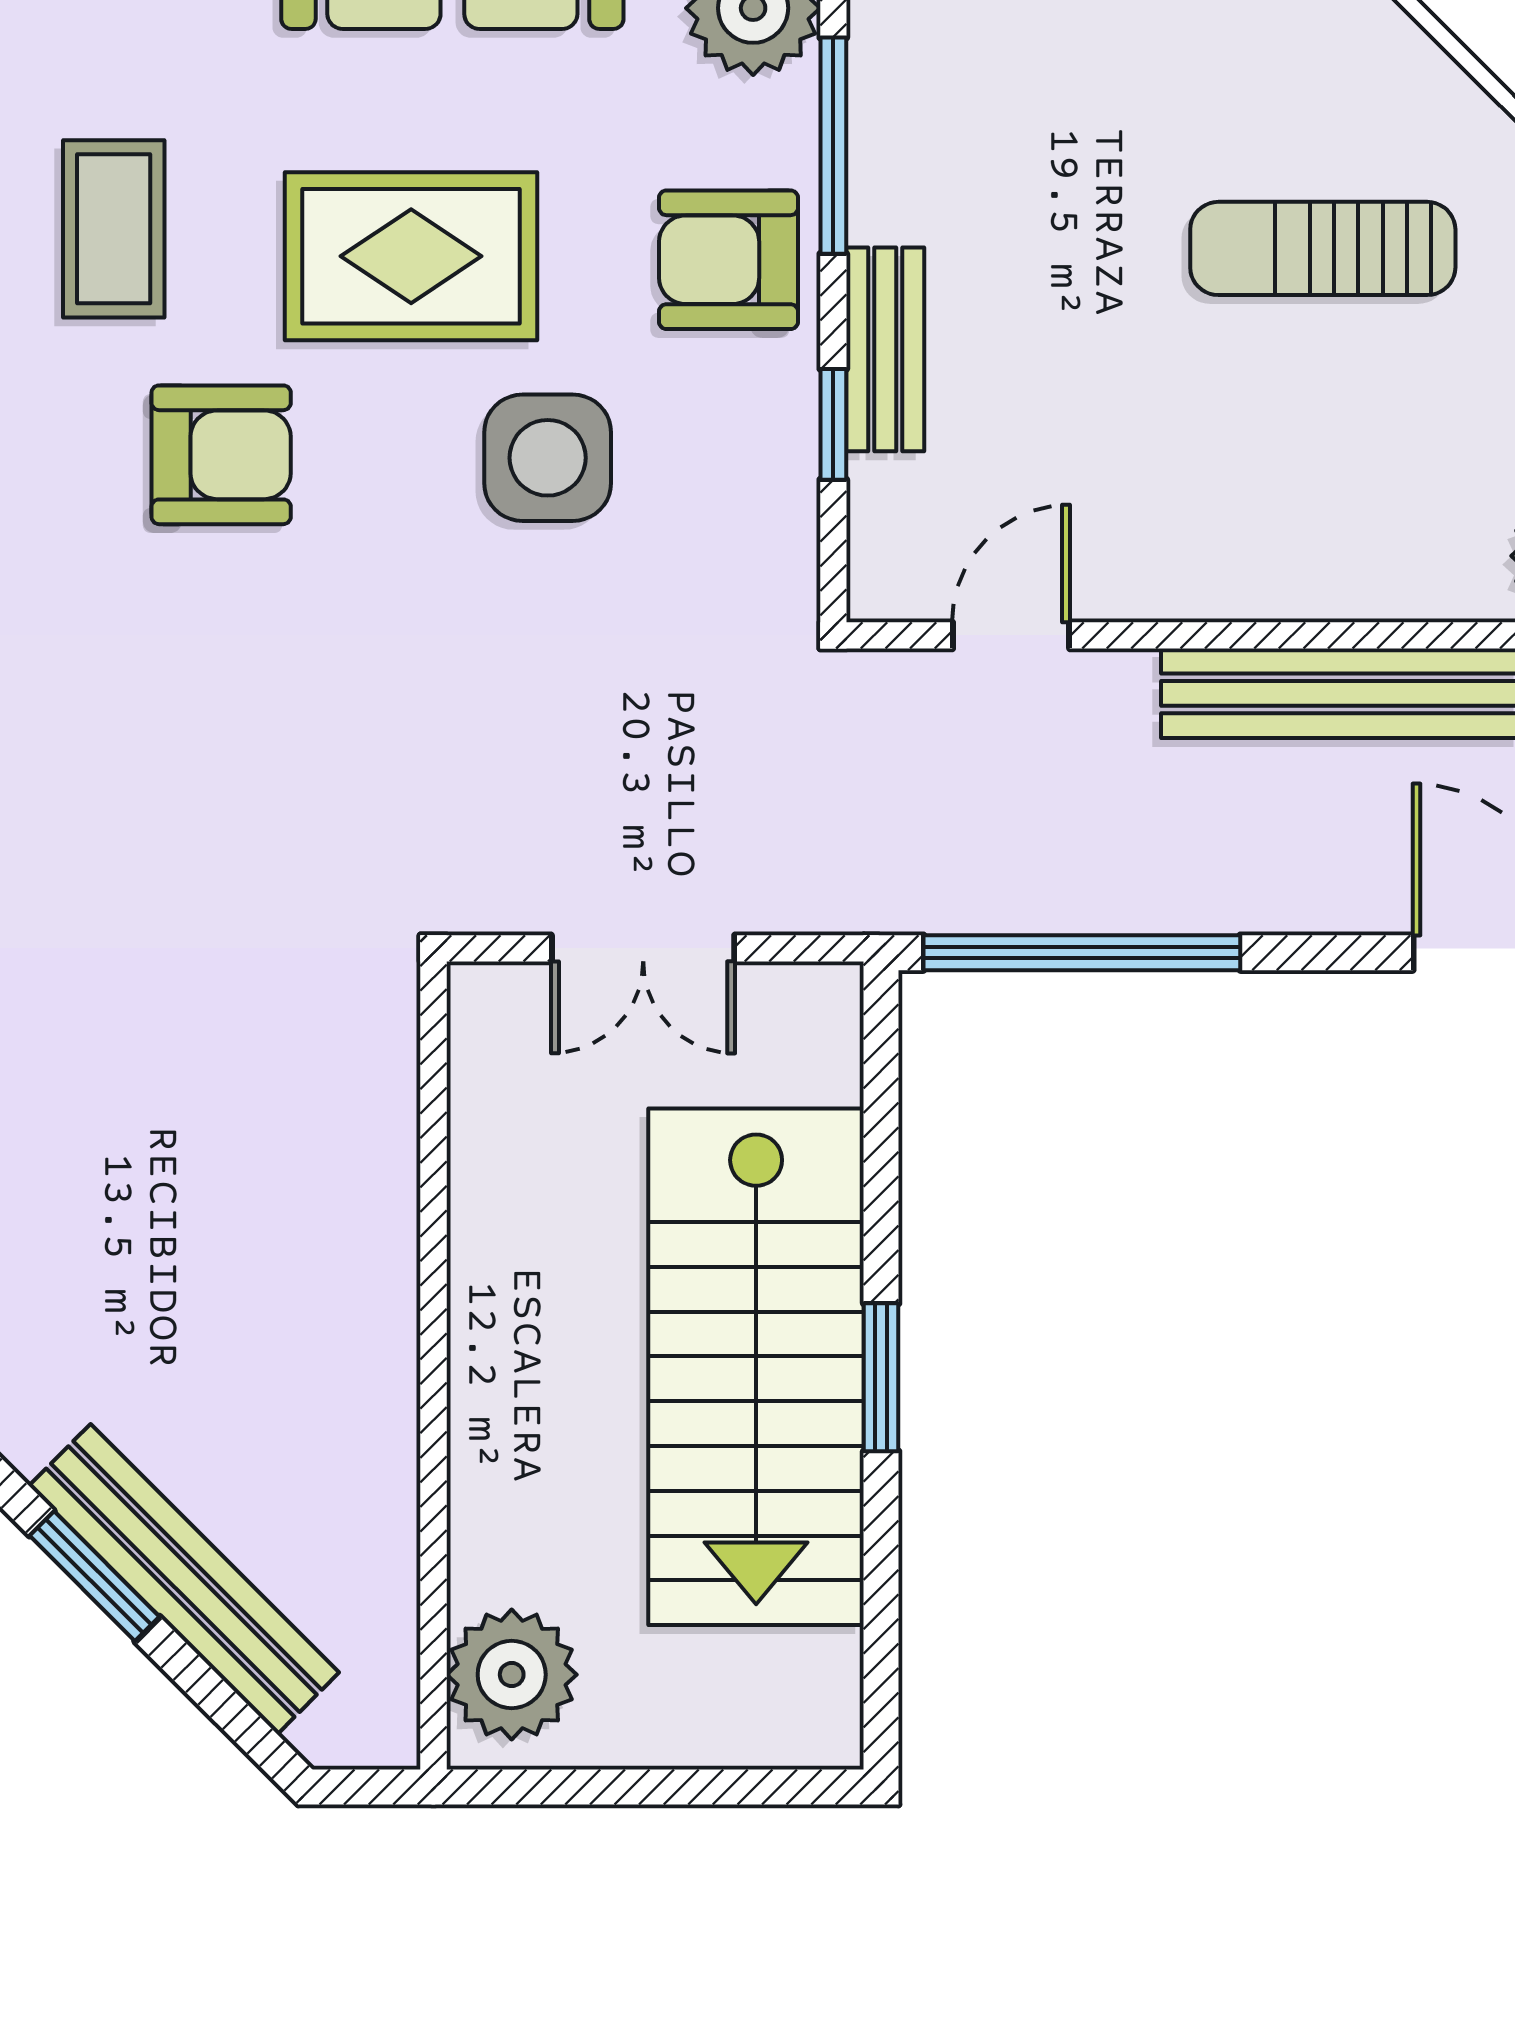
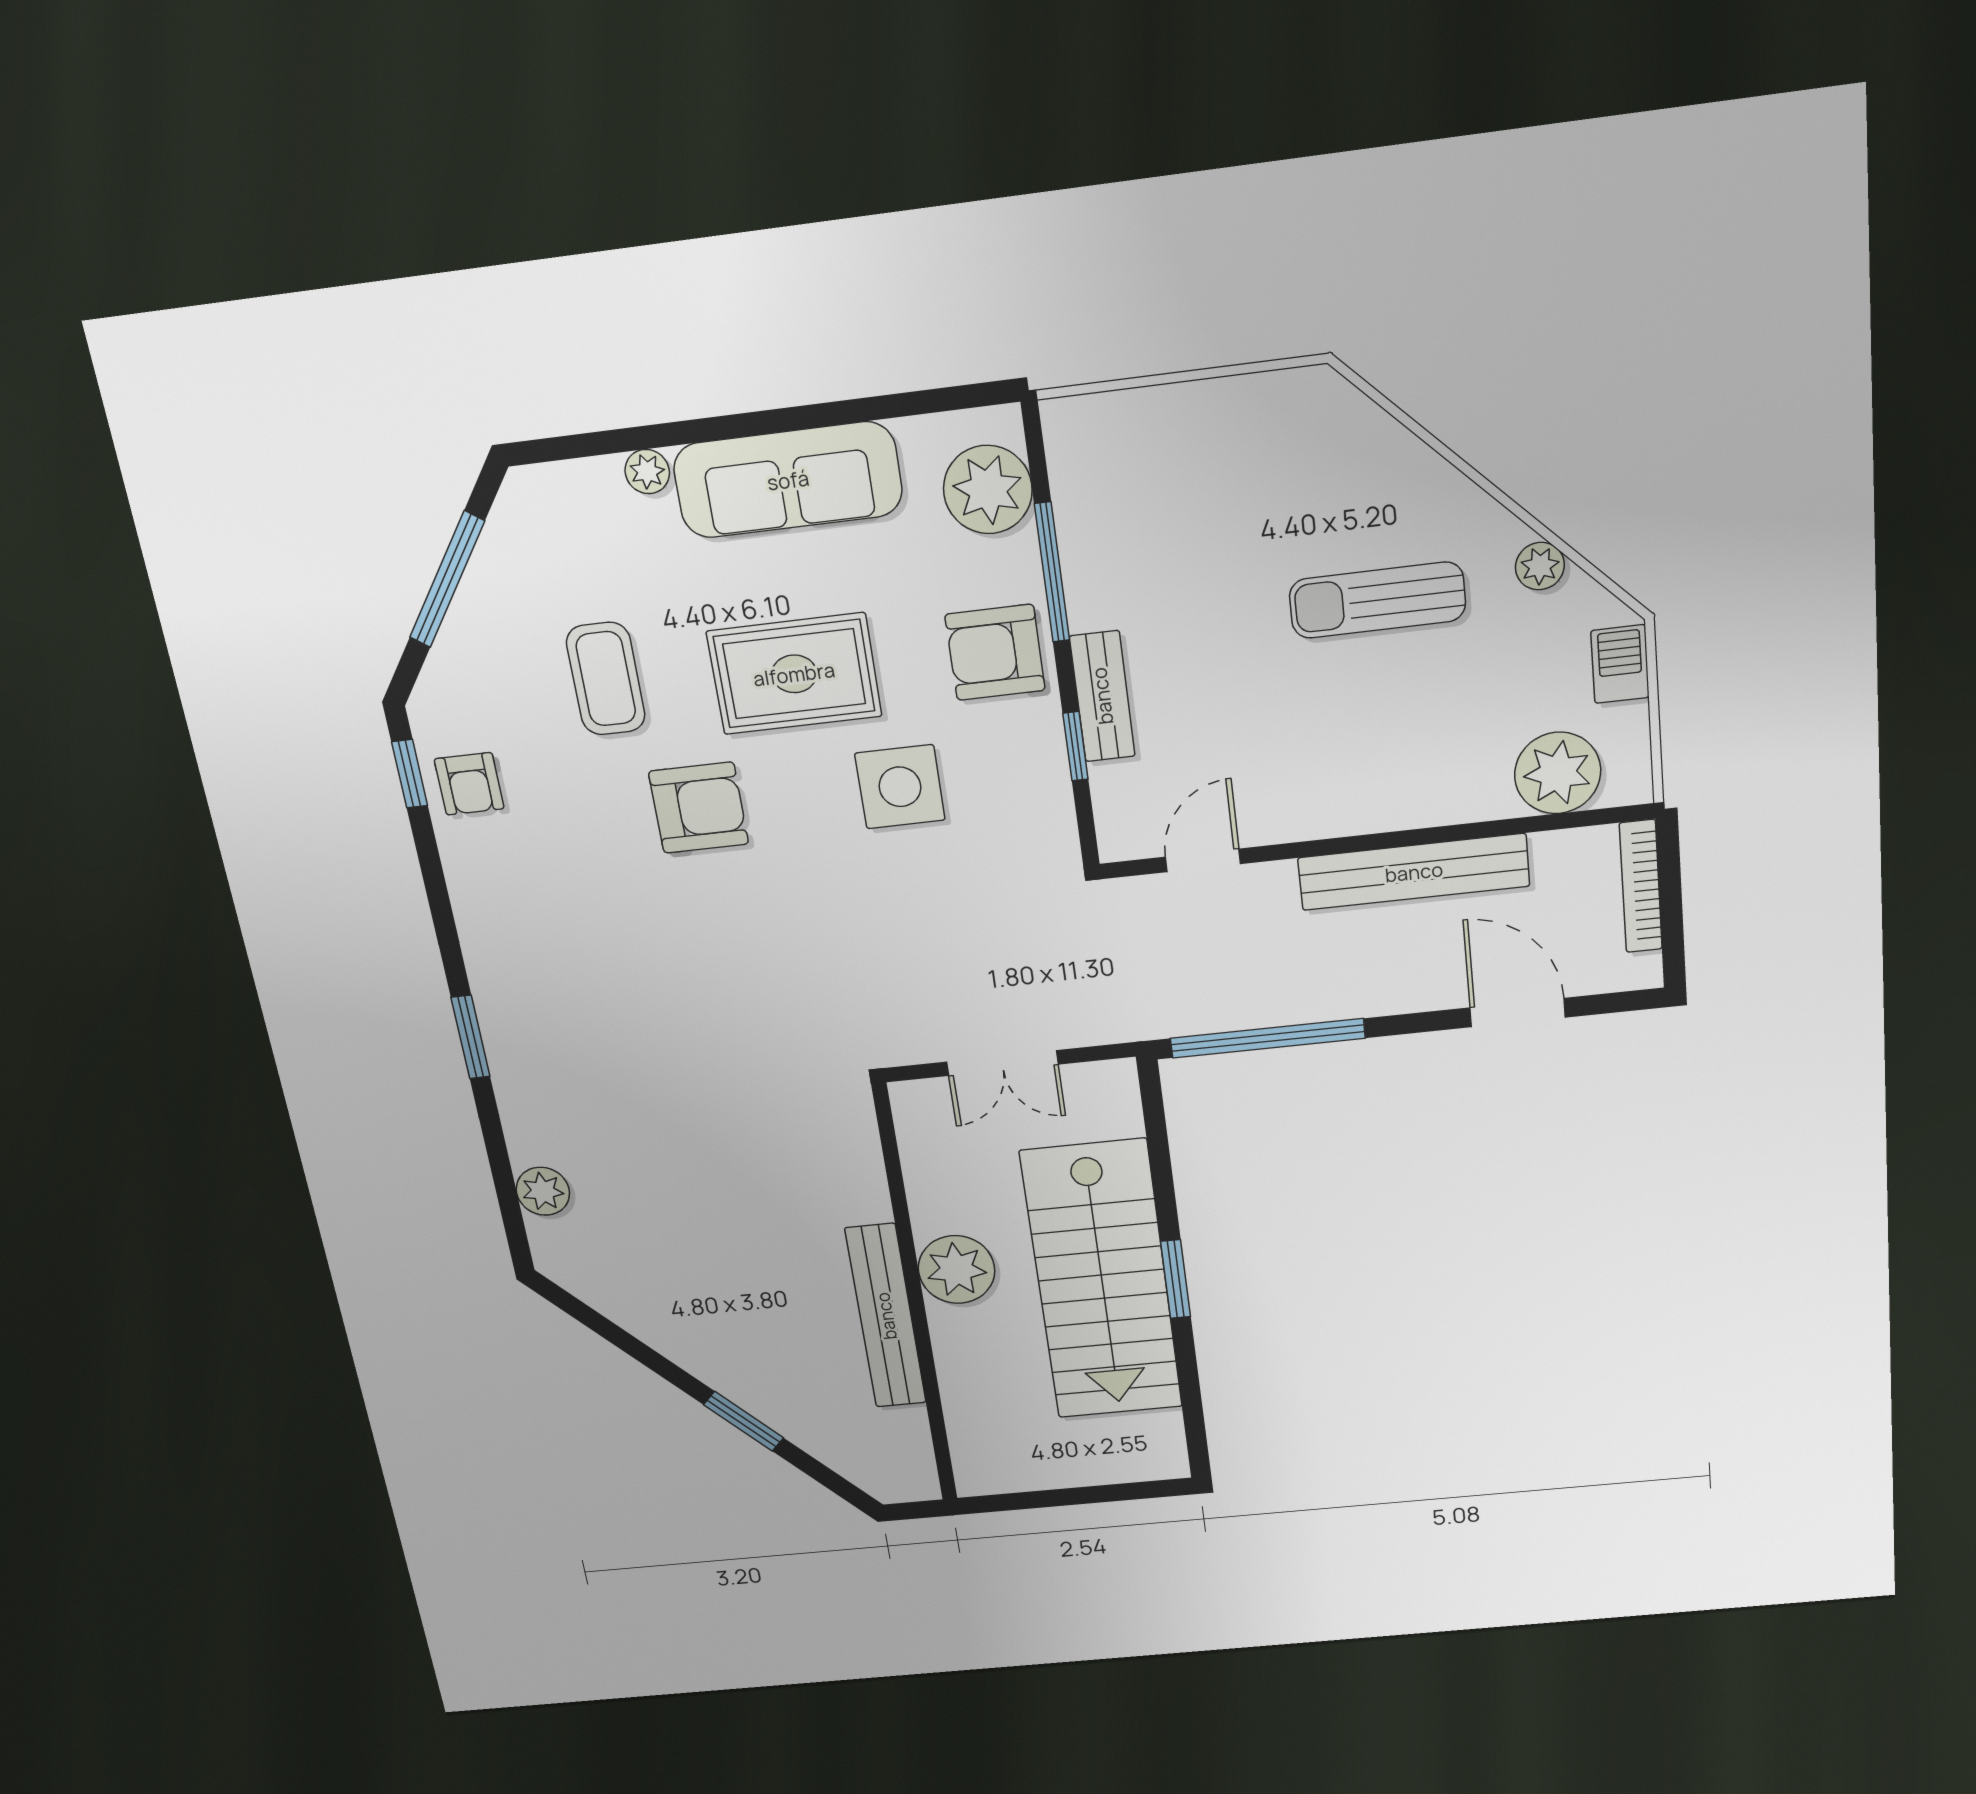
bench: (184, 1579) -> (886, 1316), moved, turned 45
plant: (512, 1675) -> (956, 1270), moved

